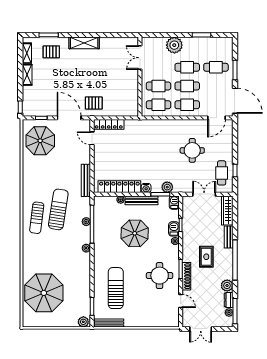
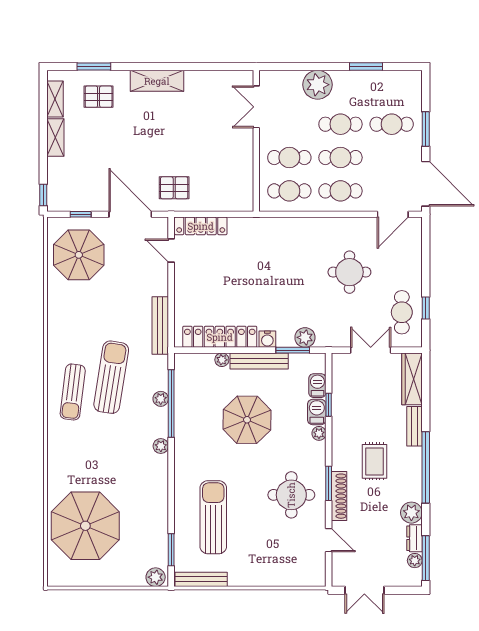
barbecue: (174, 203) -> (317, 386), moved

